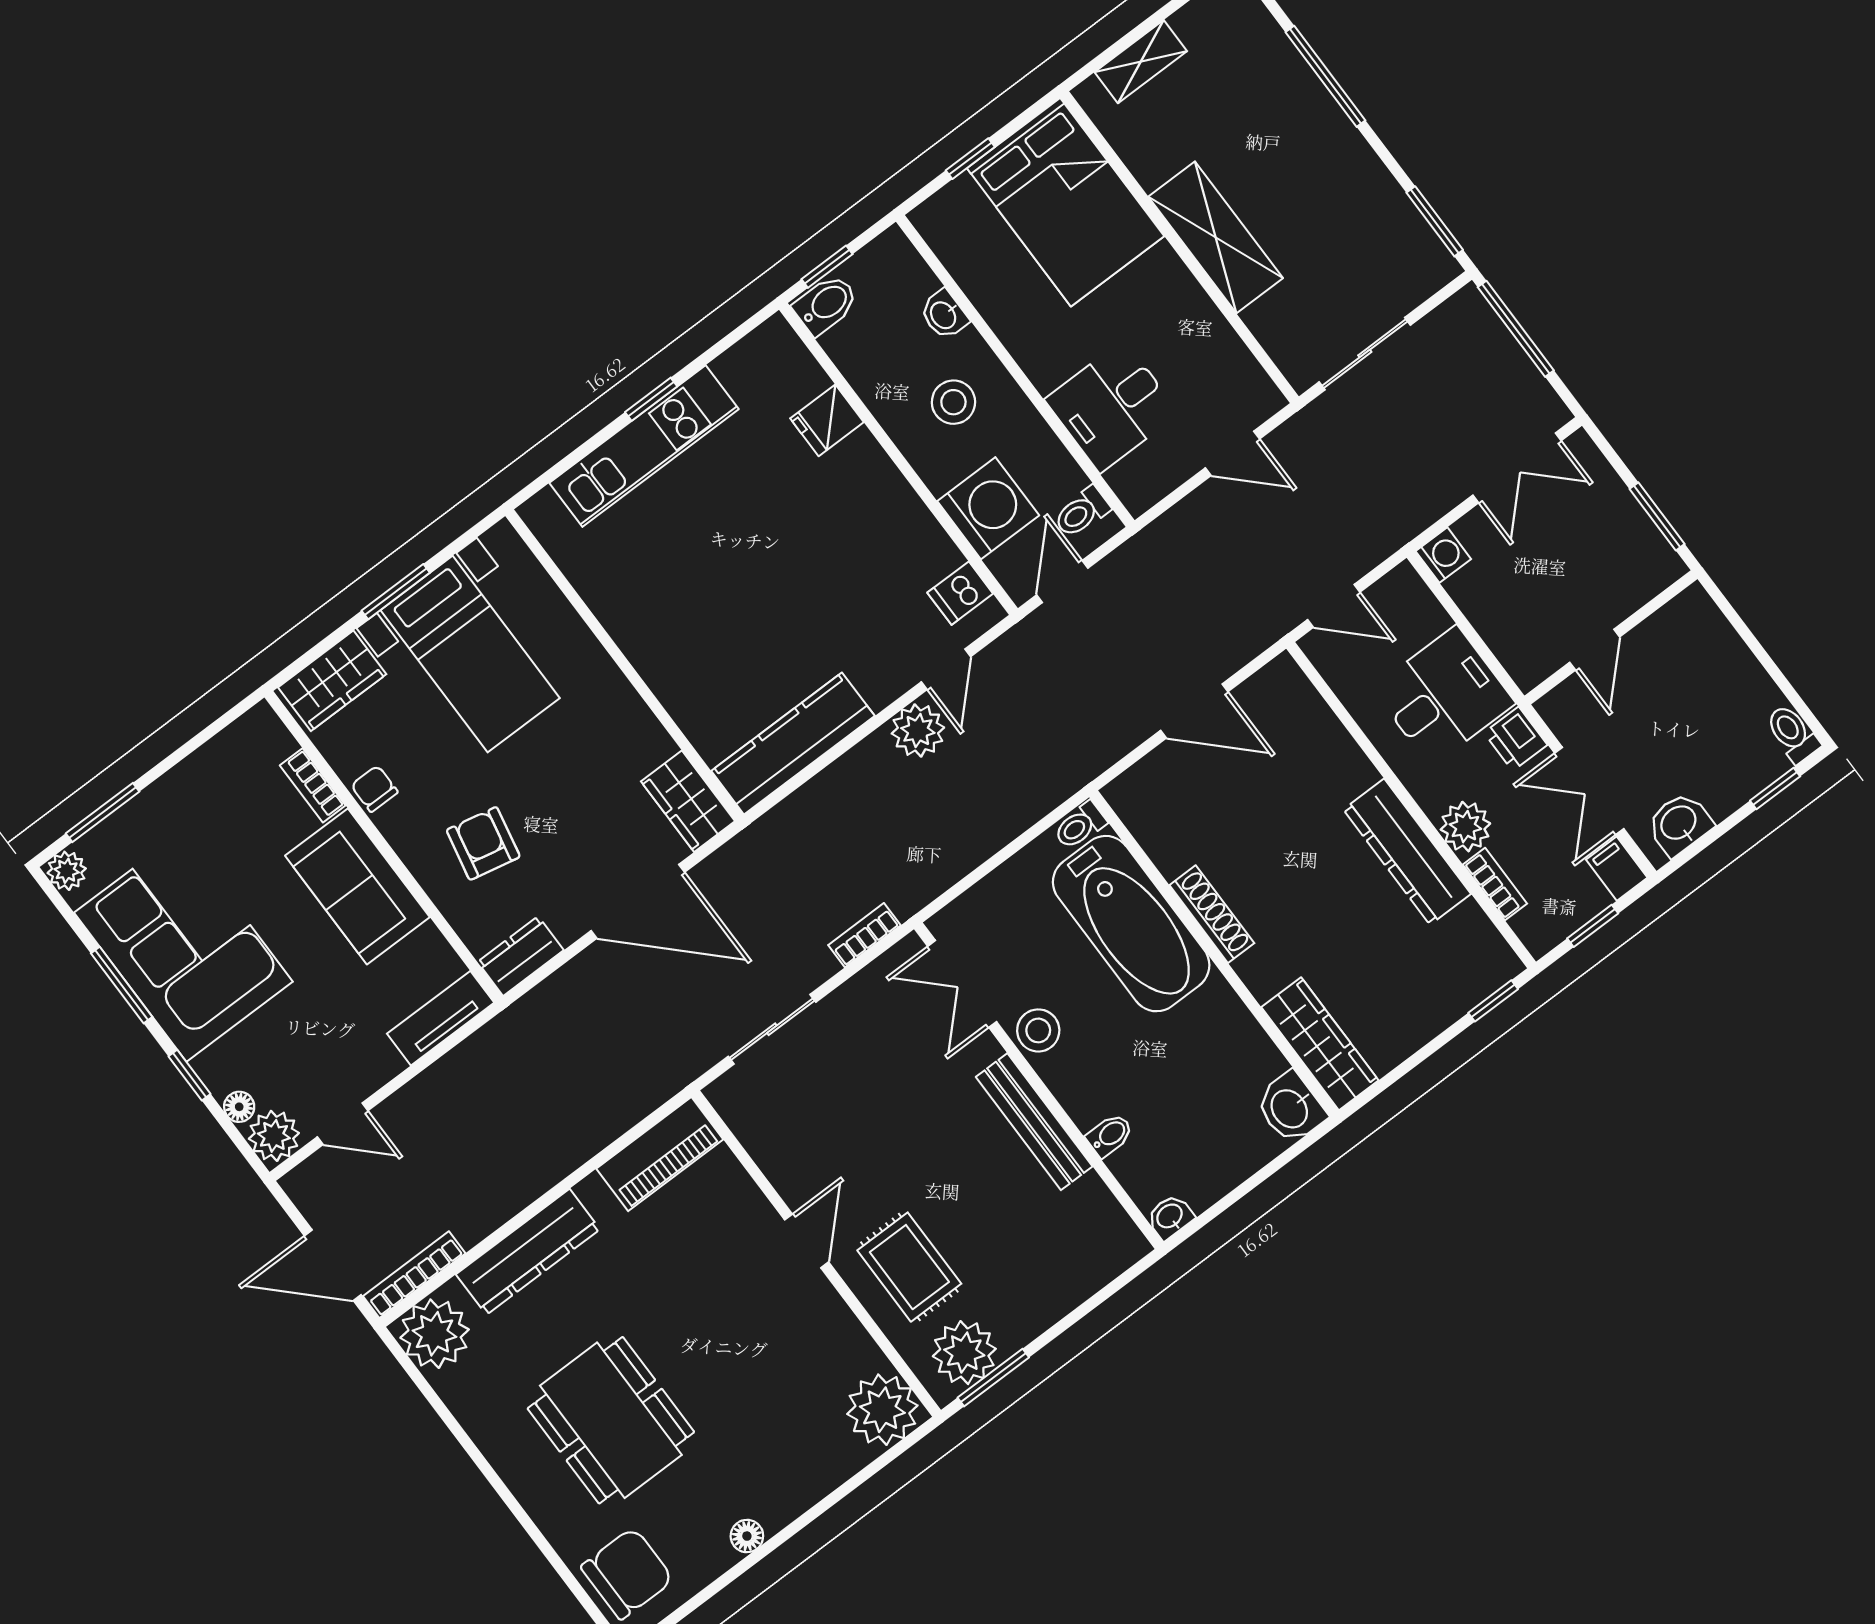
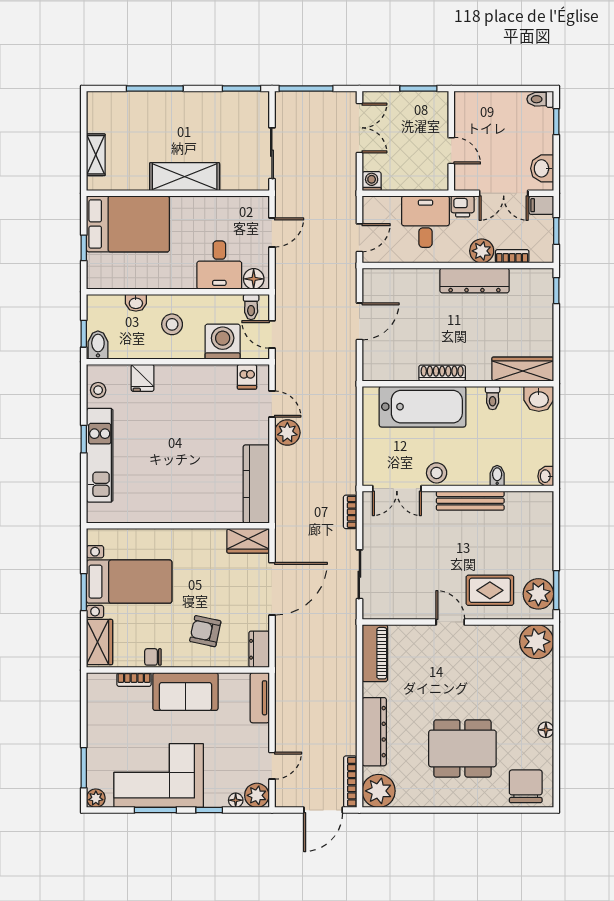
stool: (751, 361) -> (98, 390), added
floor lamp: (1132, 481) -> (254, 279), added
toilet: (1080, 826) -> (493, 398), moved

